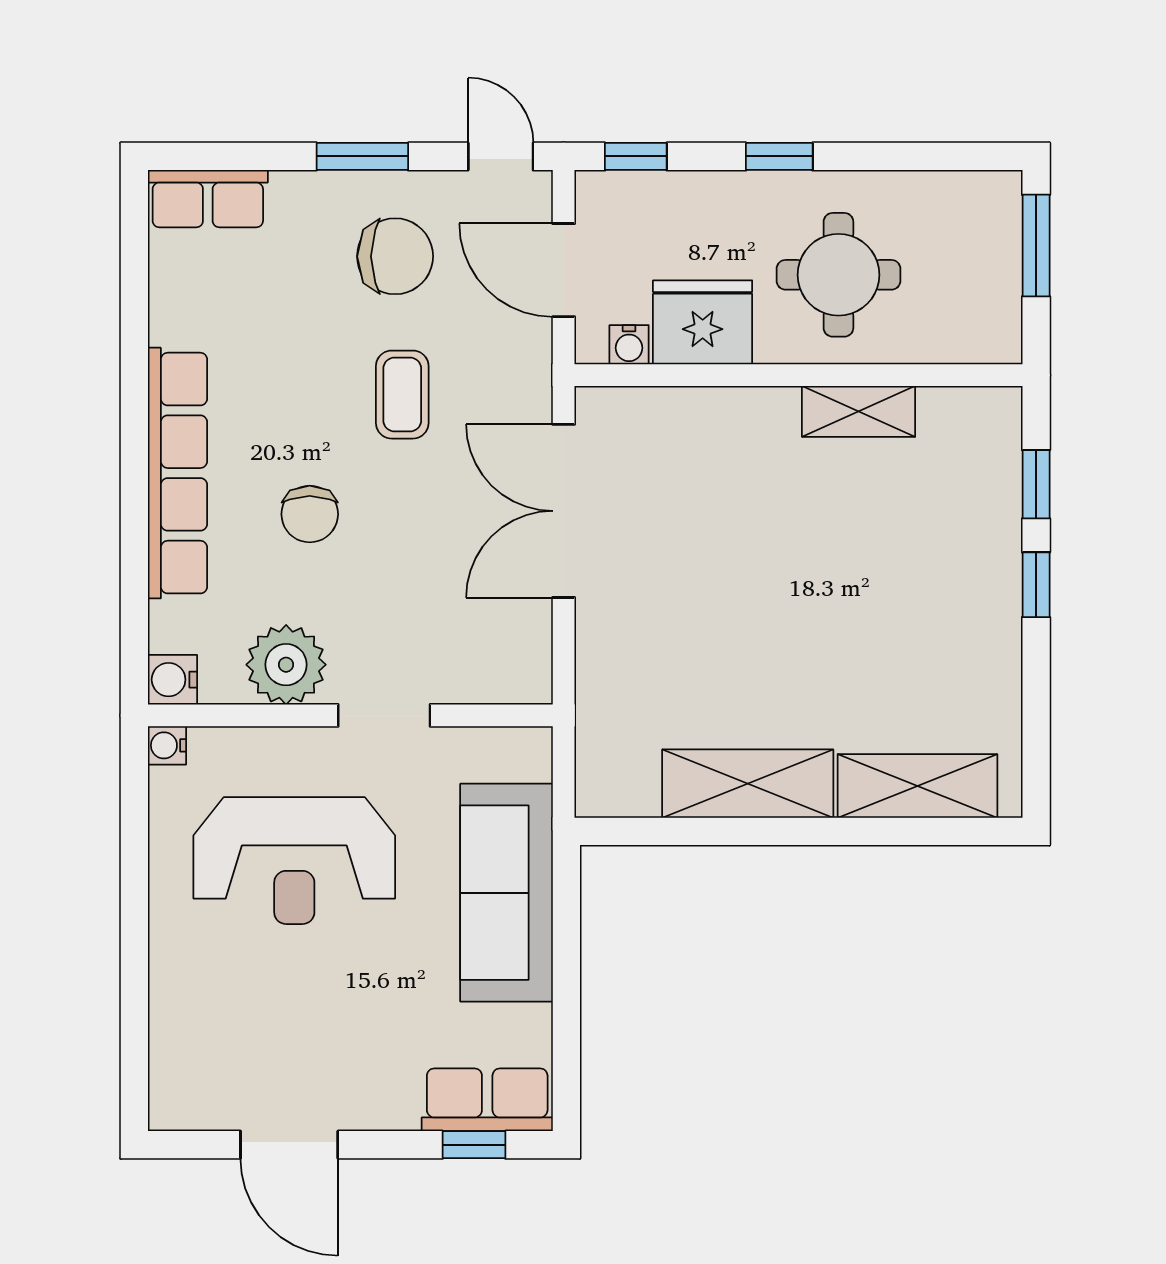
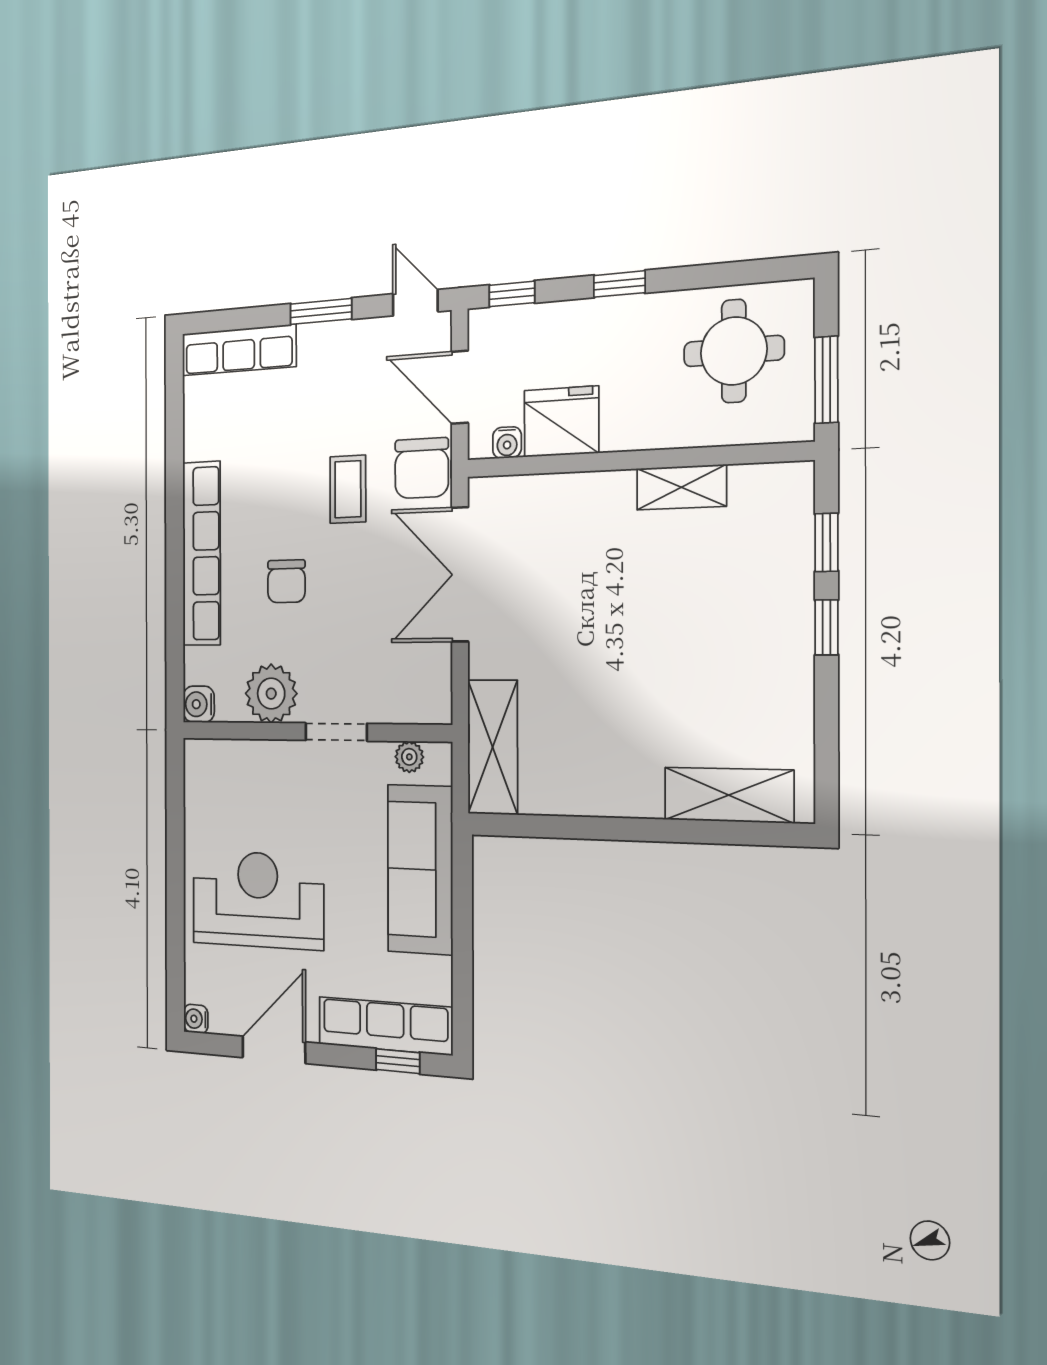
row of seats: (208, 199) -> (239, 350), width x1.48
window: (1036, 246) -> (826, 380), moved
chair: (395, 256) -> (422, 468), moved, turned 90
round table: (838, 275) -> (734, 351), moved
water cooler: (167, 745) -> (196, 1019), moved
plant: (491, 747) -> (409, 757), added
shelving: (748, 784) -> (493, 747), moved, turned 90
reception desk: (294, 861) -> (258, 900), moved, turned 180
row of seats: (487, 1100) -> (385, 1026), width x1.48
door: (289, 1145) -> (274, 1050), swing flipped

